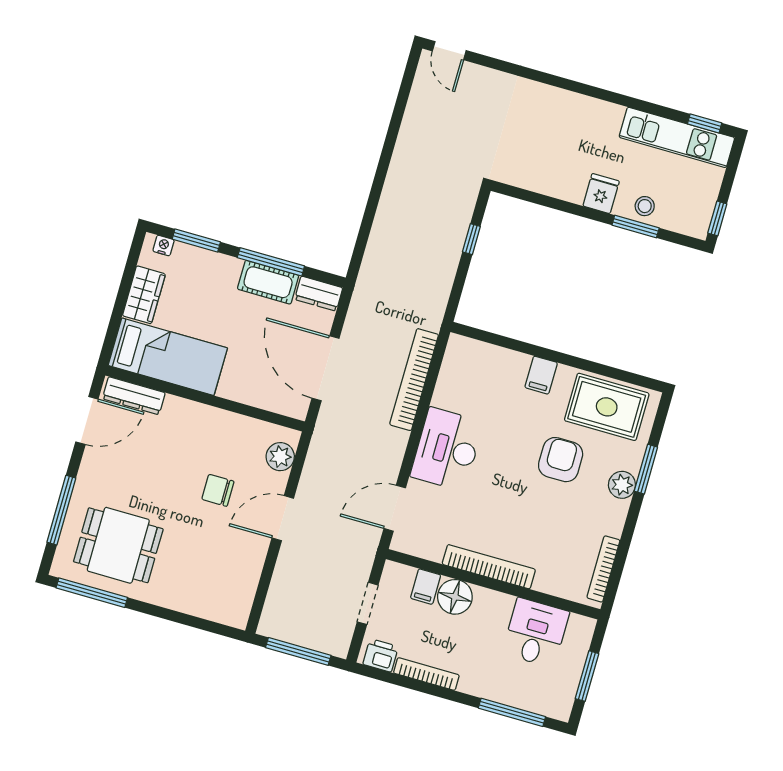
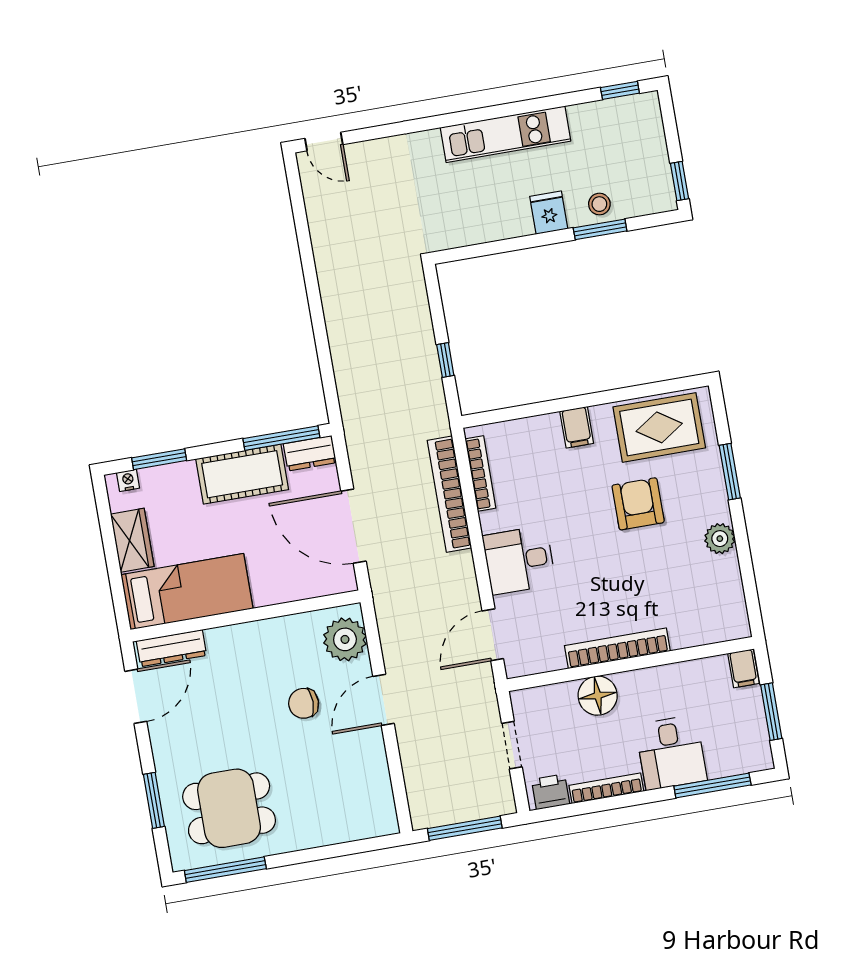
kitchen unit: (677, 137) -> (505, 134), moved
window: (471, 239) -> (445, 360), moved
window: (271, 262) -> (281, 438), moved
cot: (268, 282) -> (242, 474), width x1.37, depth x1.34
desk: (447, 449) -> (519, 560), width x0.73
plant: (280, 457) -> (345, 639), width x1.36, depth x1.36
plant: (622, 485) -> (720, 539), moved
window: (61, 510) -> (154, 800), width x0.69
bookcase: (603, 569) -> (480, 473), moved, turned 180
filing cabinet: (426, 587) -> (743, 668), moved
desk: (536, 633) -> (671, 752), moved, turned 180

